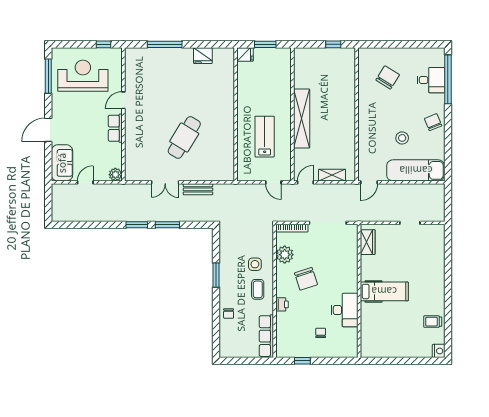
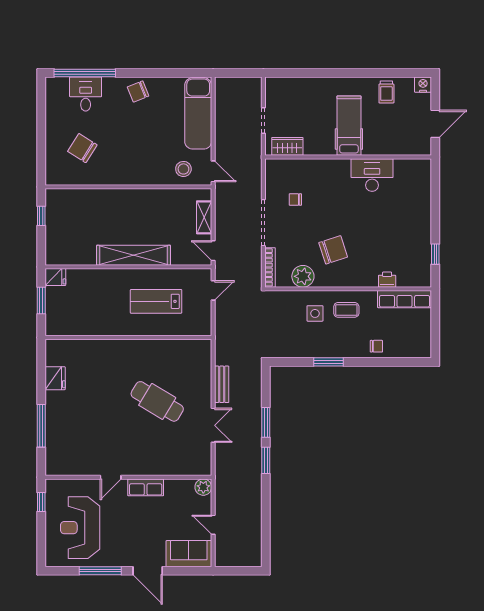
fridge: (245, 54) -> (55, 277), moved, turned 90
window: (48, 76) -> (100, 571), moved
door: (123, 100) -> (111, 477), hinge flipped
stool: (402, 138) -> (183, 169), moved
wardrobe: (368, 242) -> (287, 146), moved
wall: (359, 291) -> (348, 157), moved
hospital bed: (384, 291) -> (349, 126), moved
printer: (282, 304) -> (387, 280), moved
desk: (345, 310) -> (372, 175), moved
chair: (321, 333) -> (295, 200), moved
door: (407, 361) -> (435, 124), added

